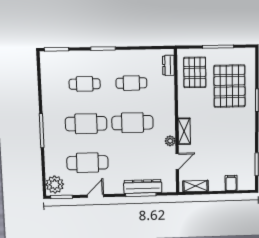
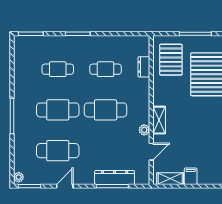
dresser: (168, 65) -> (144, 67), moved
filing cabinet: (231, 183) -> (191, 176), moved
plant: (55, 184) -> (19, 177), width x0.53, depth x0.53

